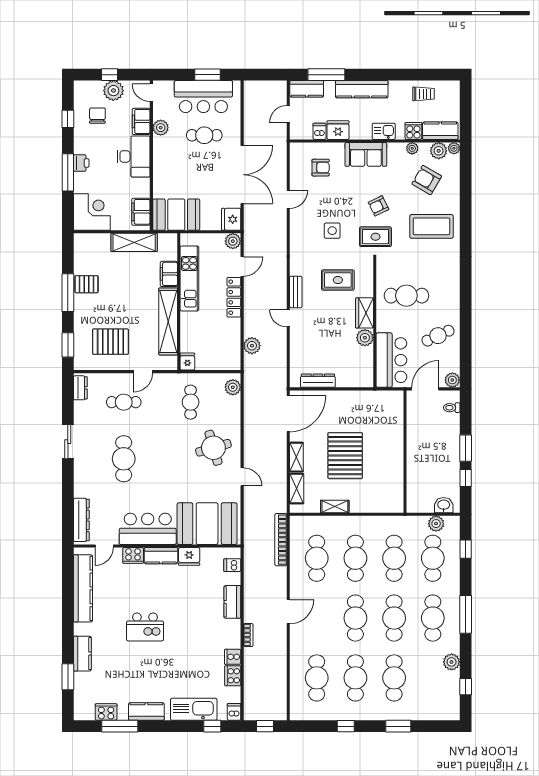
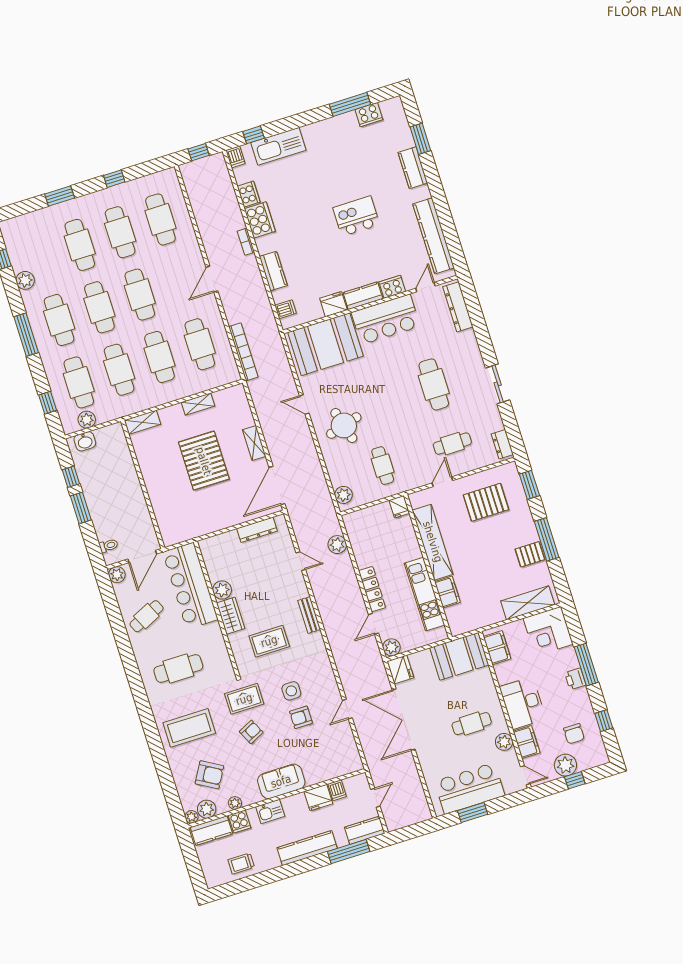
cafe table: (204, 135) -> (472, 724), moved
armchair: (321, 168) -> (301, 717), moved
shelving: (134, 242) -> (528, 603), moved
cafe table: (406, 296) -> (178, 668), moved
door: (288, 318) -> (301, 561), moved
bar counter: (391, 360) -> (190, 586), width x1.36
shelving: (297, 489) -> (142, 422), moved, turned 90
cooker: (233, 657) -> (260, 220), width x1.87, depth x1.31
kitchen counter: (146, 712) -> (327, 128), removed

